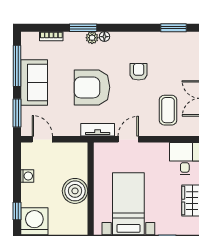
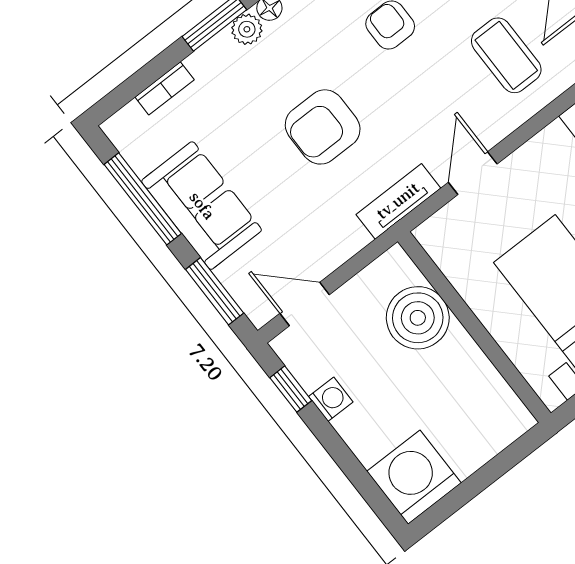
armchair: (92, 87) -> (323, 127), width x0.73, depth x0.73
boiler: (75, 191) -> (418, 318), moved
window: (17, 211) -> (291, 389), moved

